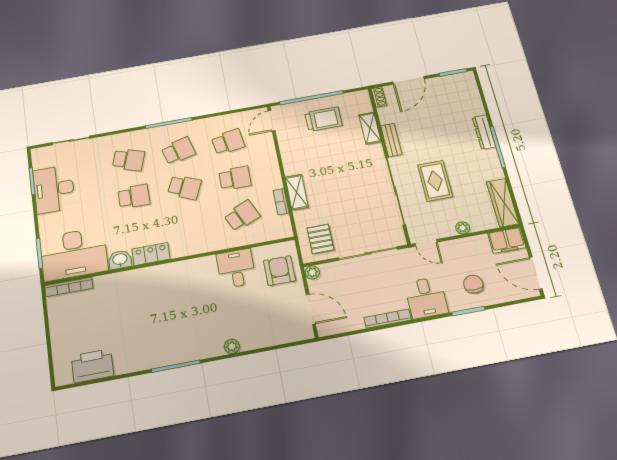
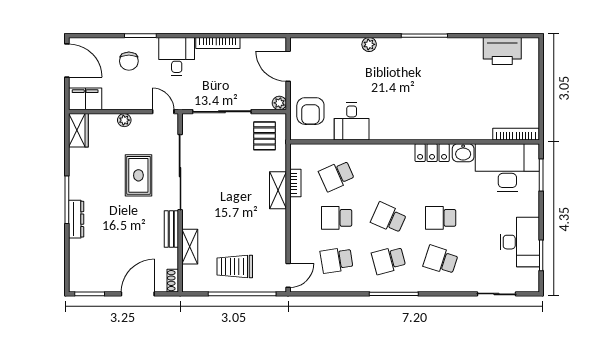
wardrobe: (503, 203) -> (78, 130), width x0.67

